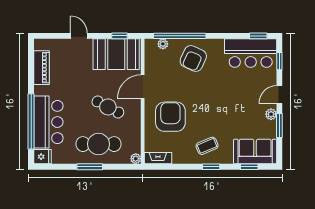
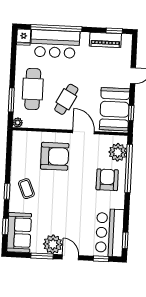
plant: (163, 44) -> (118, 152), width x1.88, depth x1.88
window: (31, 58) -> (114, 31), added
armchair: (193, 59) -> (107, 180), turned 65
plant: (271, 114) -> (53, 244), width x1.88, depth x1.88
fireplace: (158, 158) -> (17, 143), removed
window: (90, 167) -> (11, 100), moved

